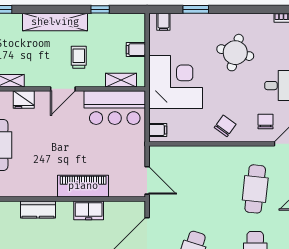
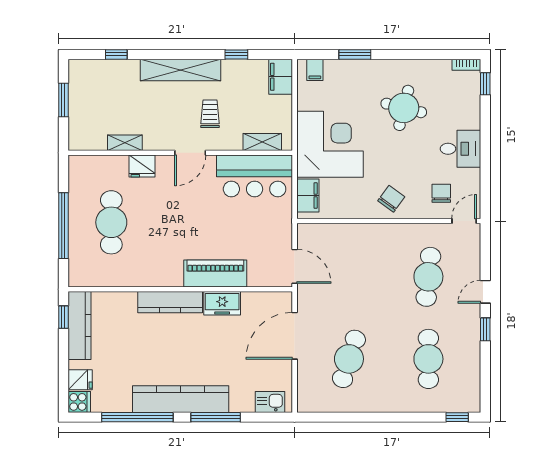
filing cabinet: (136, 50) -> (281, 77), moved, width x2.00
filing cabinet: (158, 130) -> (308, 196), width x2.00
kitchen counter: (38, 209) -> (170, 302), width x1.50

